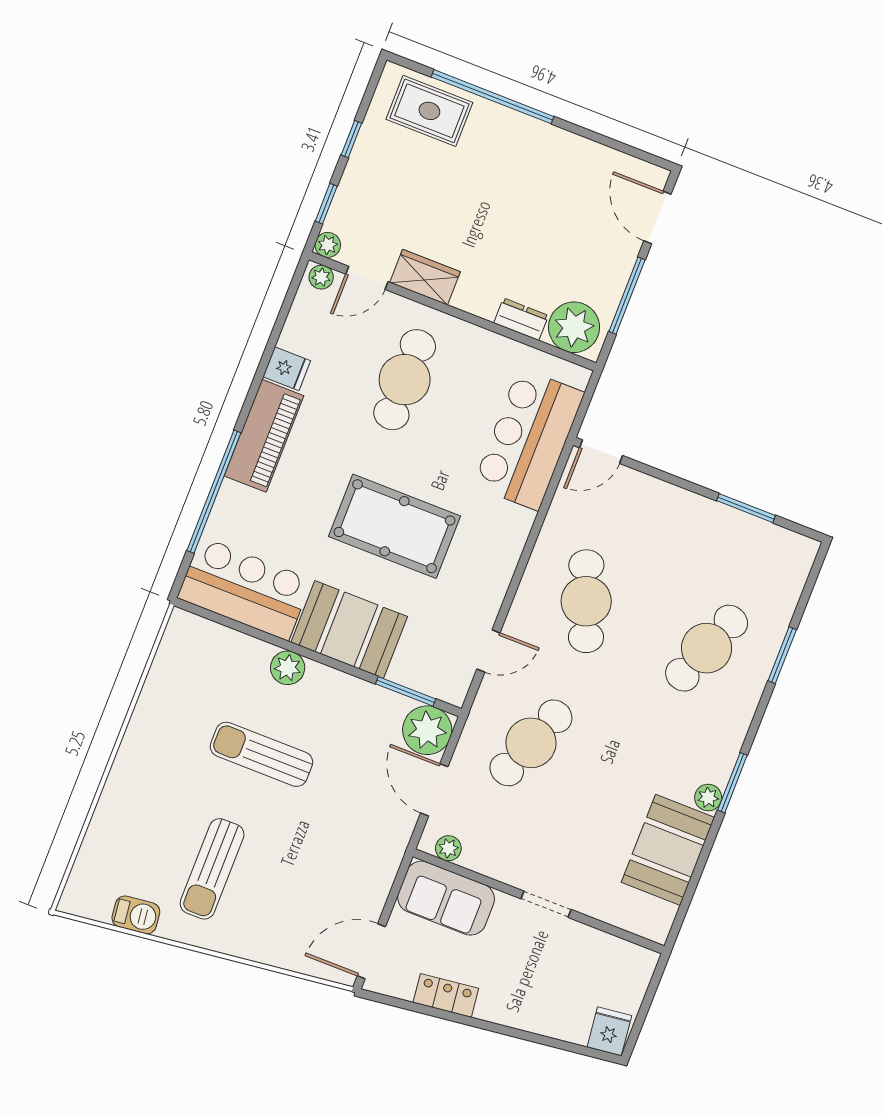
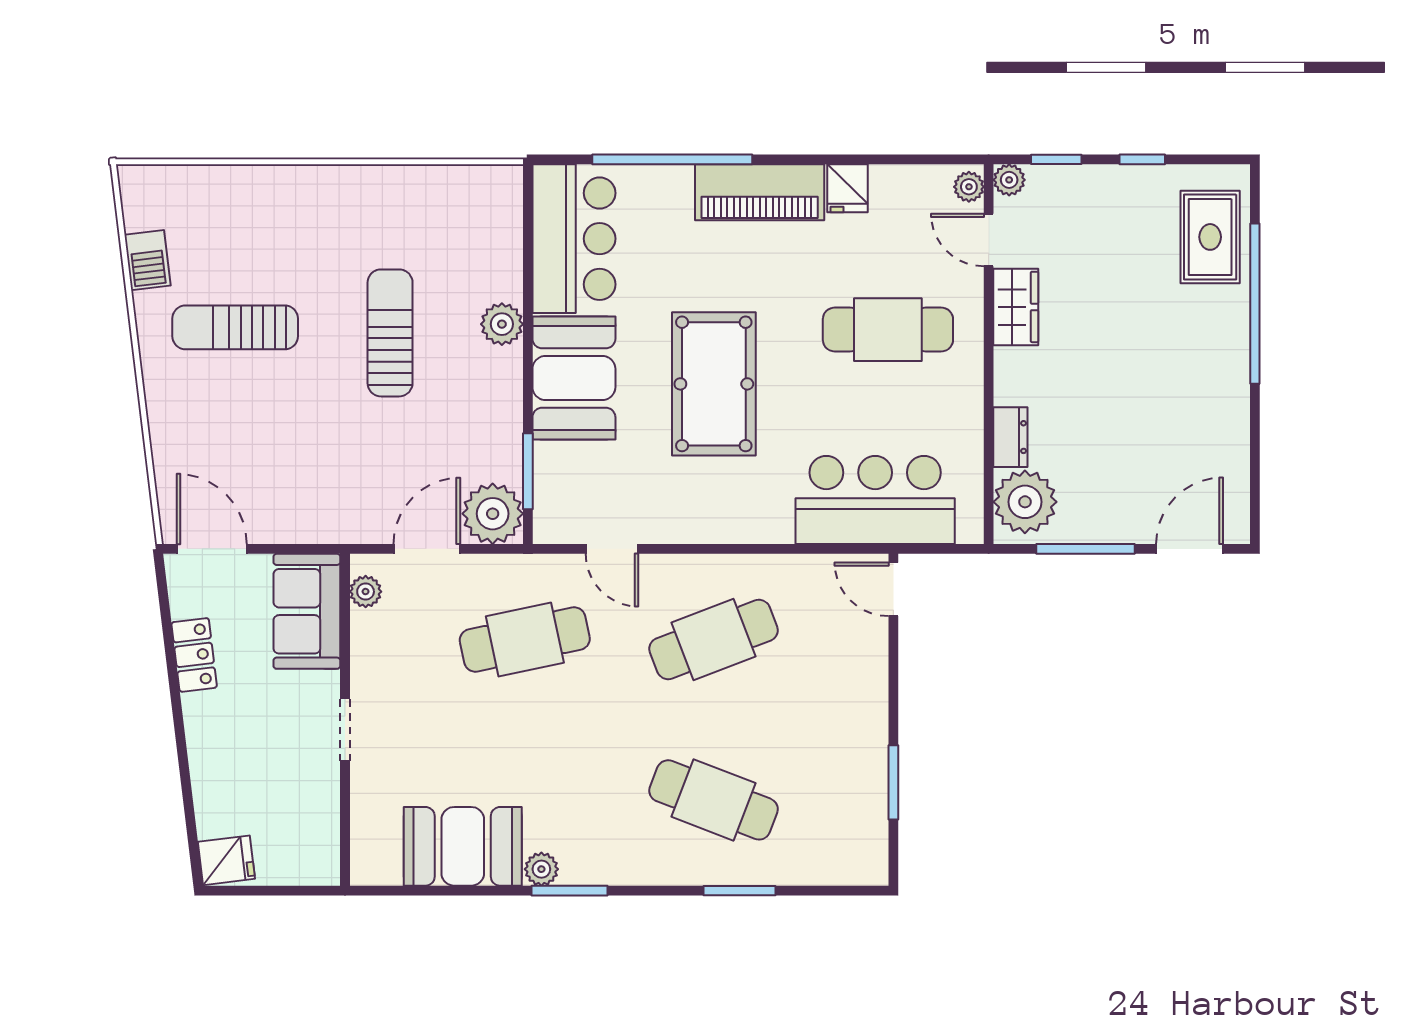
cafe table: (531, 743) -> (525, 639), turned -33

